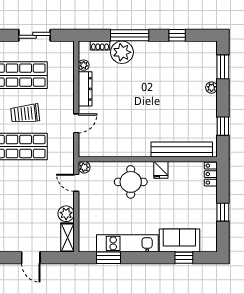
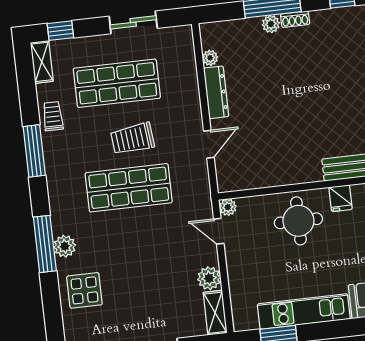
shoe rack: (100, 46) -> (295, 19), moved
plant: (122, 52) -> (271, 24), width x0.53, depth x0.53

